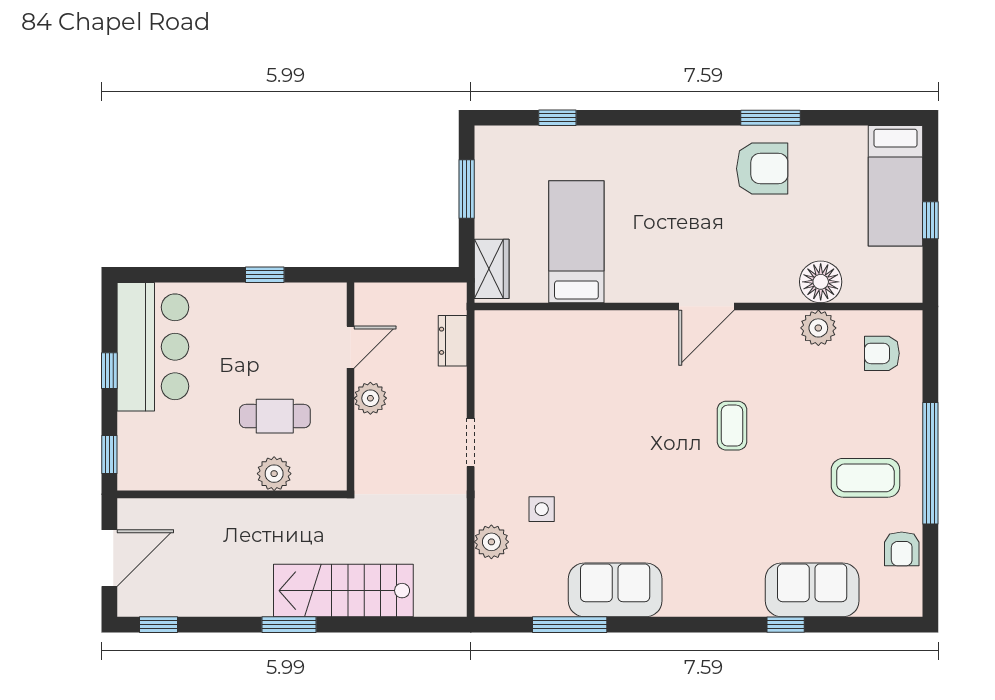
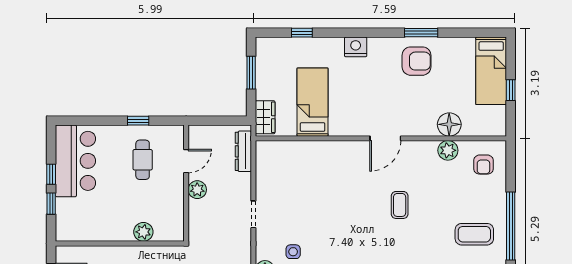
nightstand: (653, 143) -> (356, 47), added
dresser: (453, 341) -> (243, 151), width x1.44
armchair: (882, 353) -> (483, 165), turned -90
cafe table: (275, 416) -> (143, 160), moved, turned 90
window: (109, 454) -> (51, 204), moved

